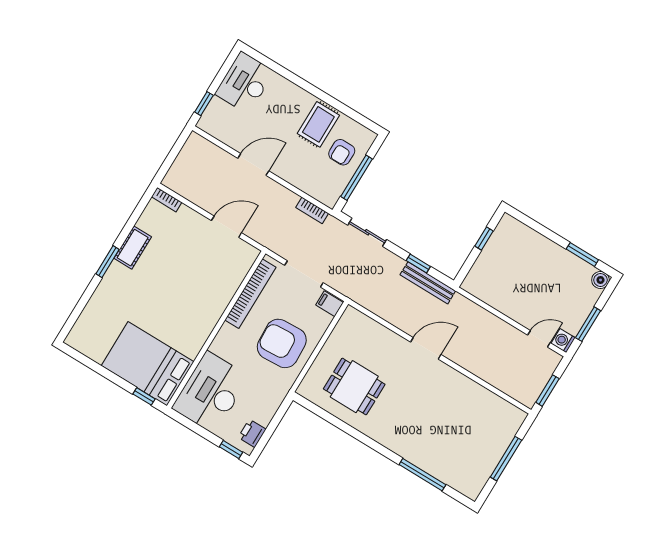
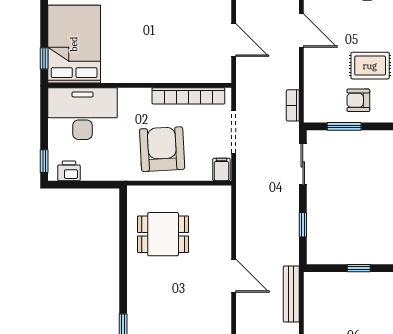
window: (356, 178) -> (344, 126), width x0.69
bench: (428, 283) -> (291, 294), moved
dining table: (354, 387) -> (163, 234), turned 90

